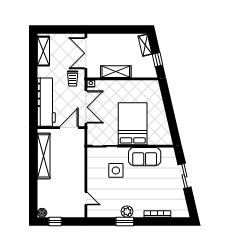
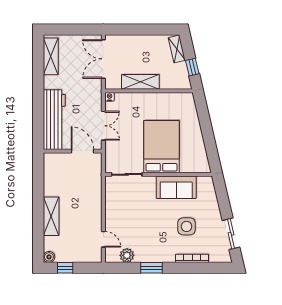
trolley: (73, 79) -> (87, 90), removed
double door: (86, 107) -> (103, 126), width x0.73
door: (69, 128) -> (82, 151), hinge flipped
shelving: (44, 156) -> (51, 216), moved, width x0.68
side table: (116, 170) -> (187, 226), moved
sliding door: (185, 176) -> (231, 234), moved
plant: (127, 212) -> (127, 255), moved

